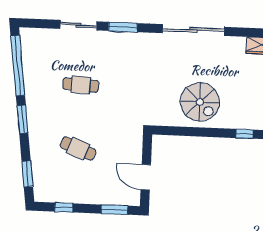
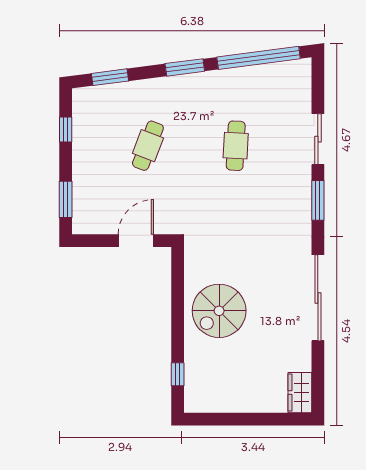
door: (146, 177) -> (136, 241), moved

